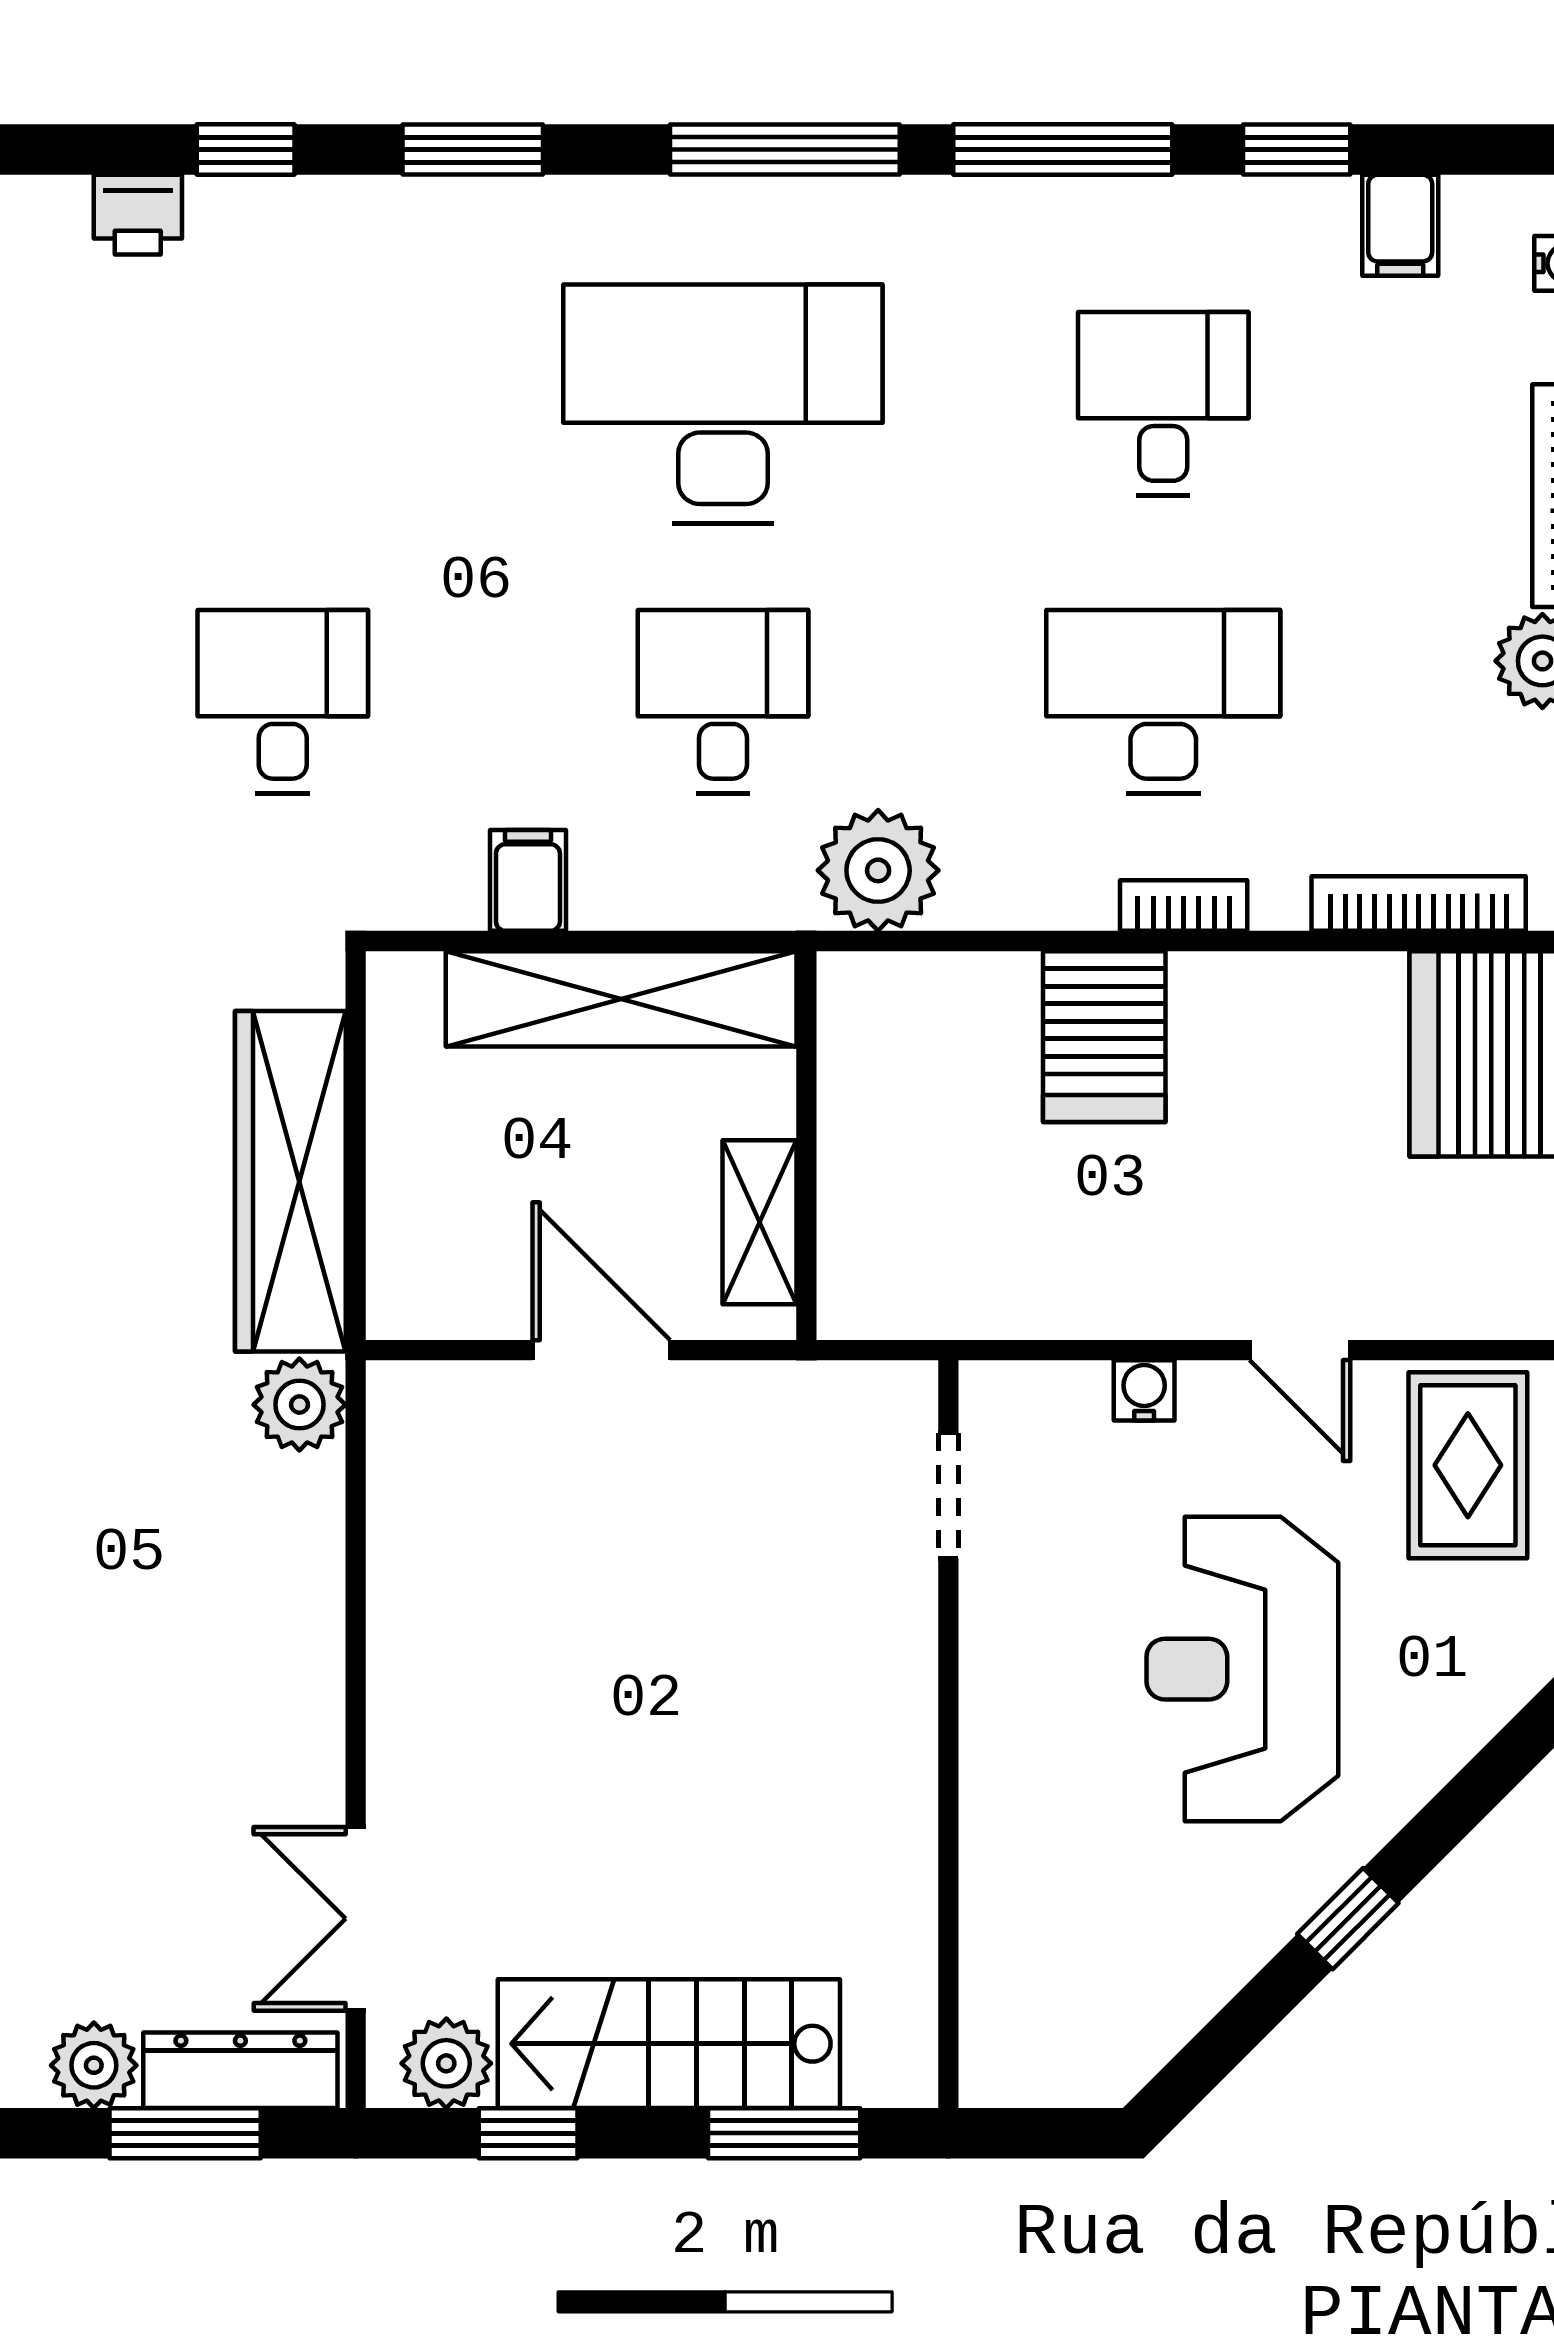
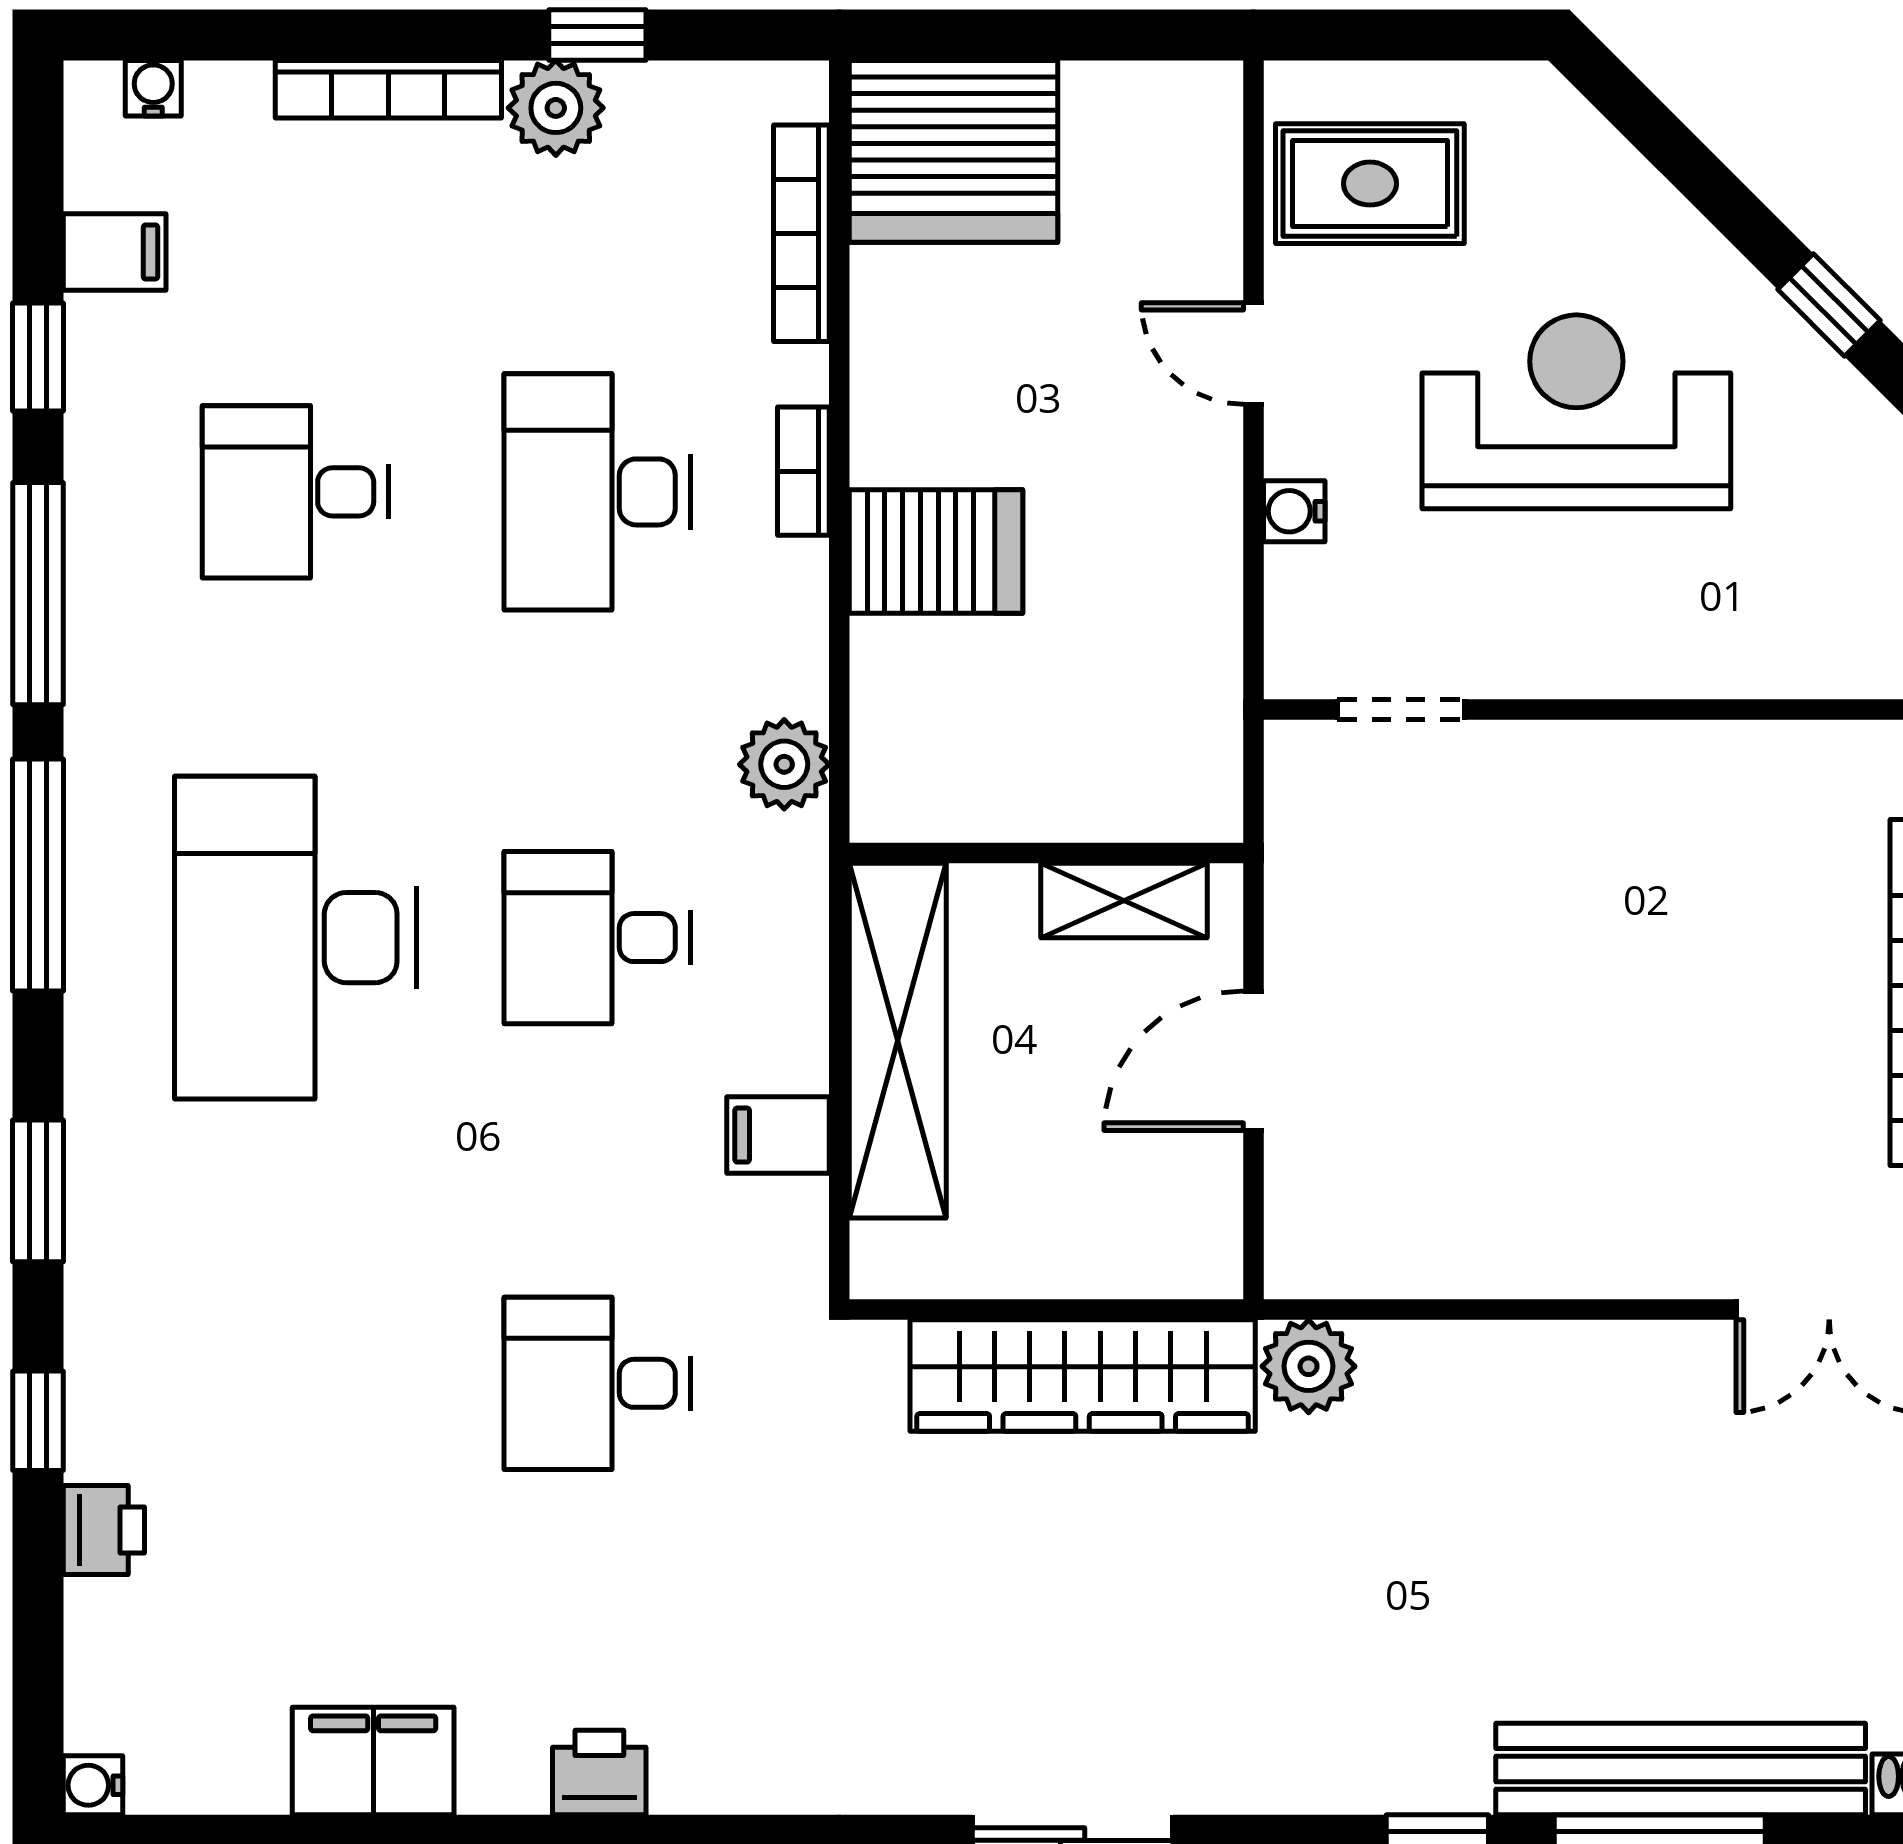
plant: (878, 870) -> (784, 764), width x0.73, depth x0.73
door: (1300, 1350) -> (1253, 353), swing flipped
reception desk: (1242, 1669) -> (1576, 412), turned 180

